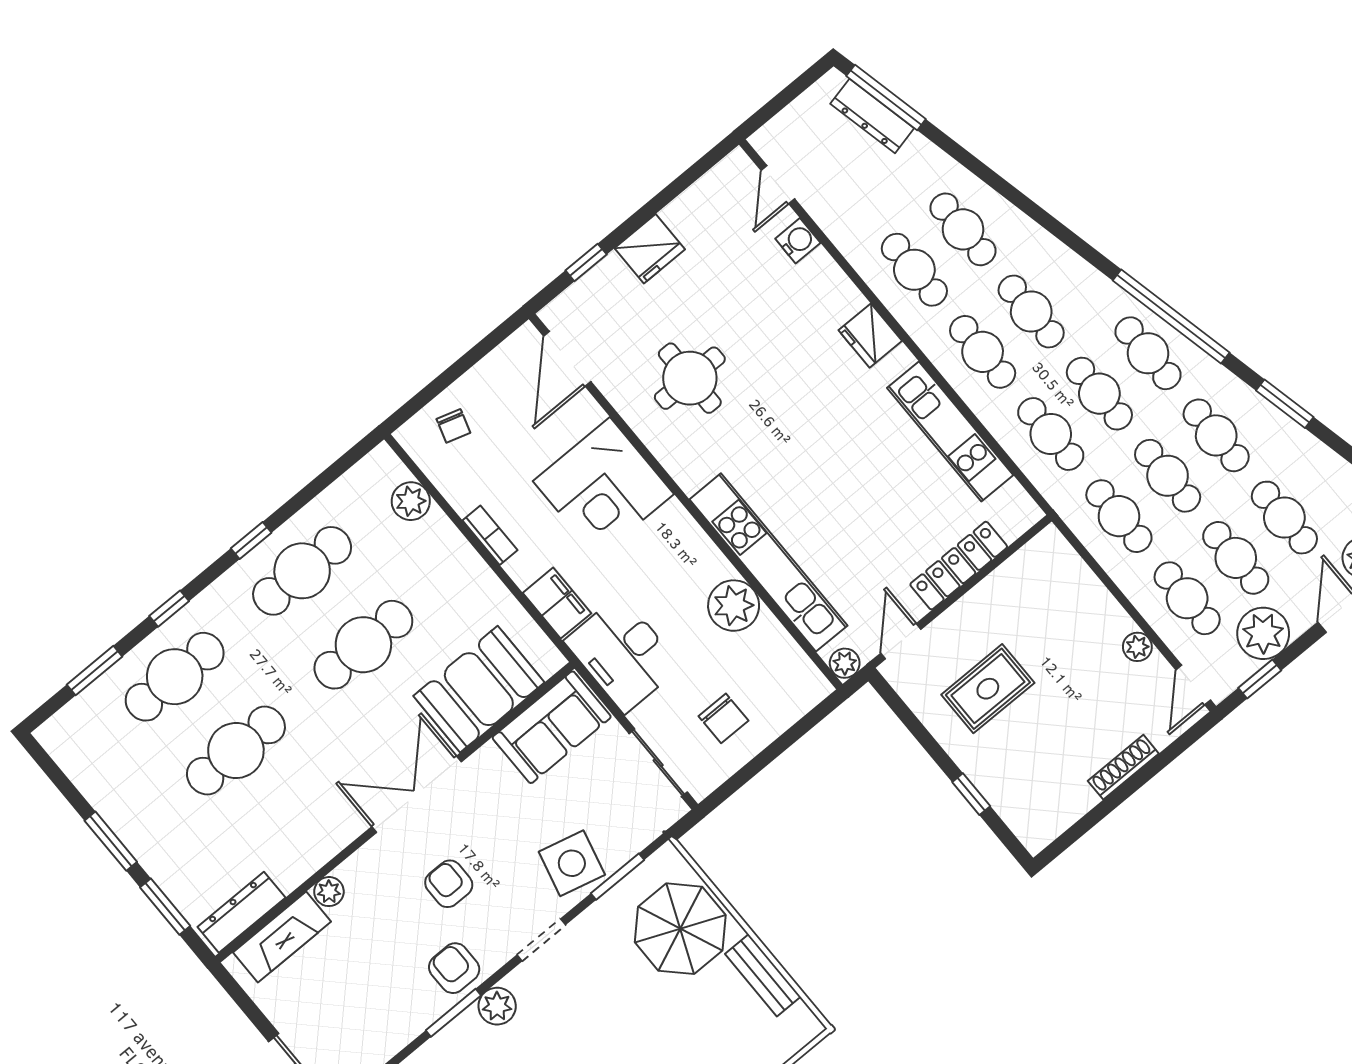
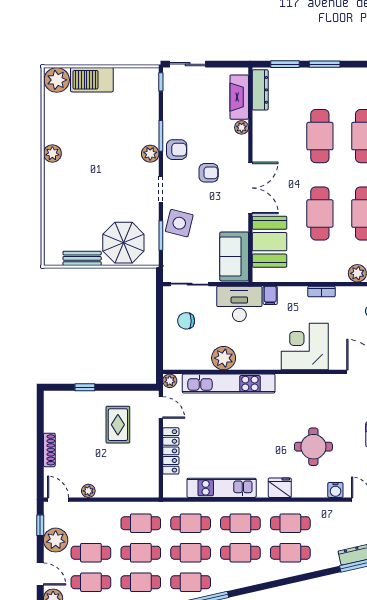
round table: (690, 378) -> (313, 447), moved
cafe table: (1187, 598) -> (91, 523), removed
filing cabinet: (557, 603) -> (270, 295), width x0.50

